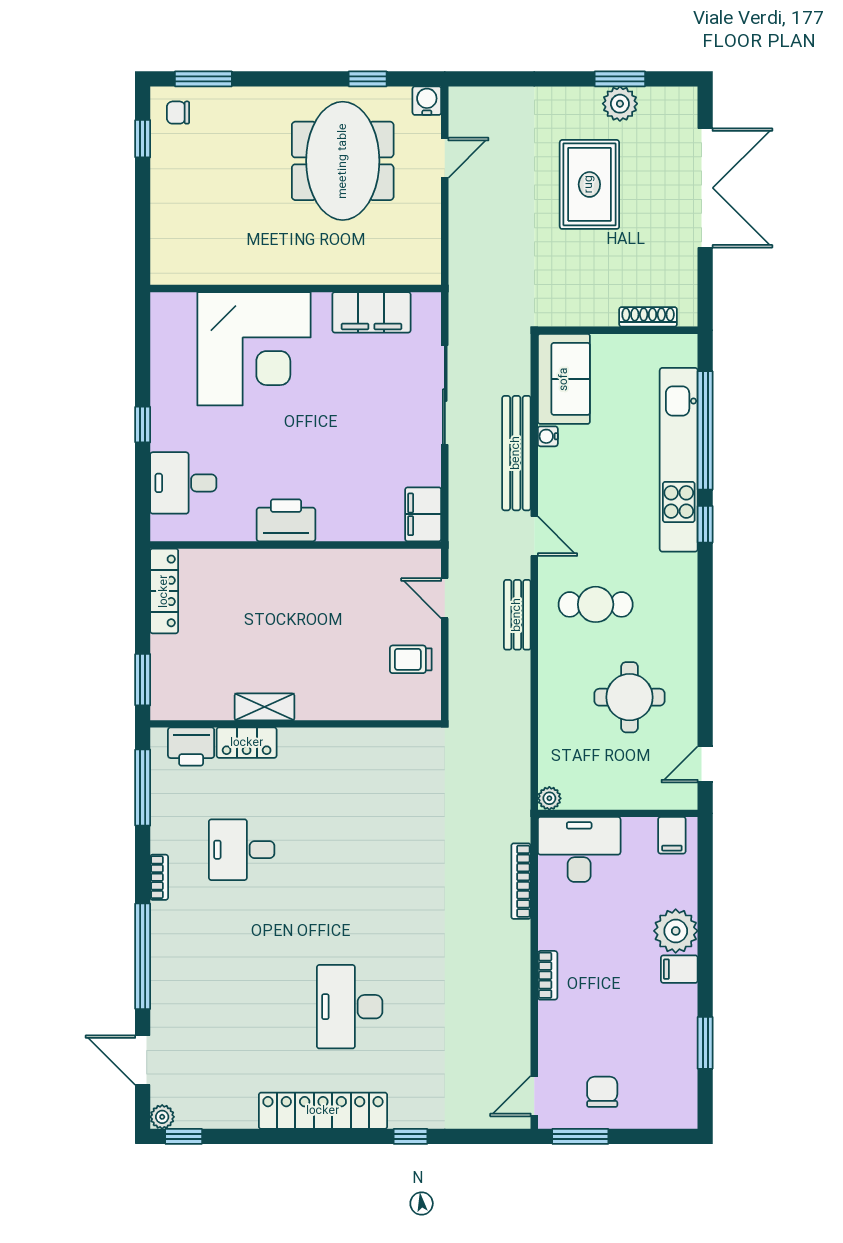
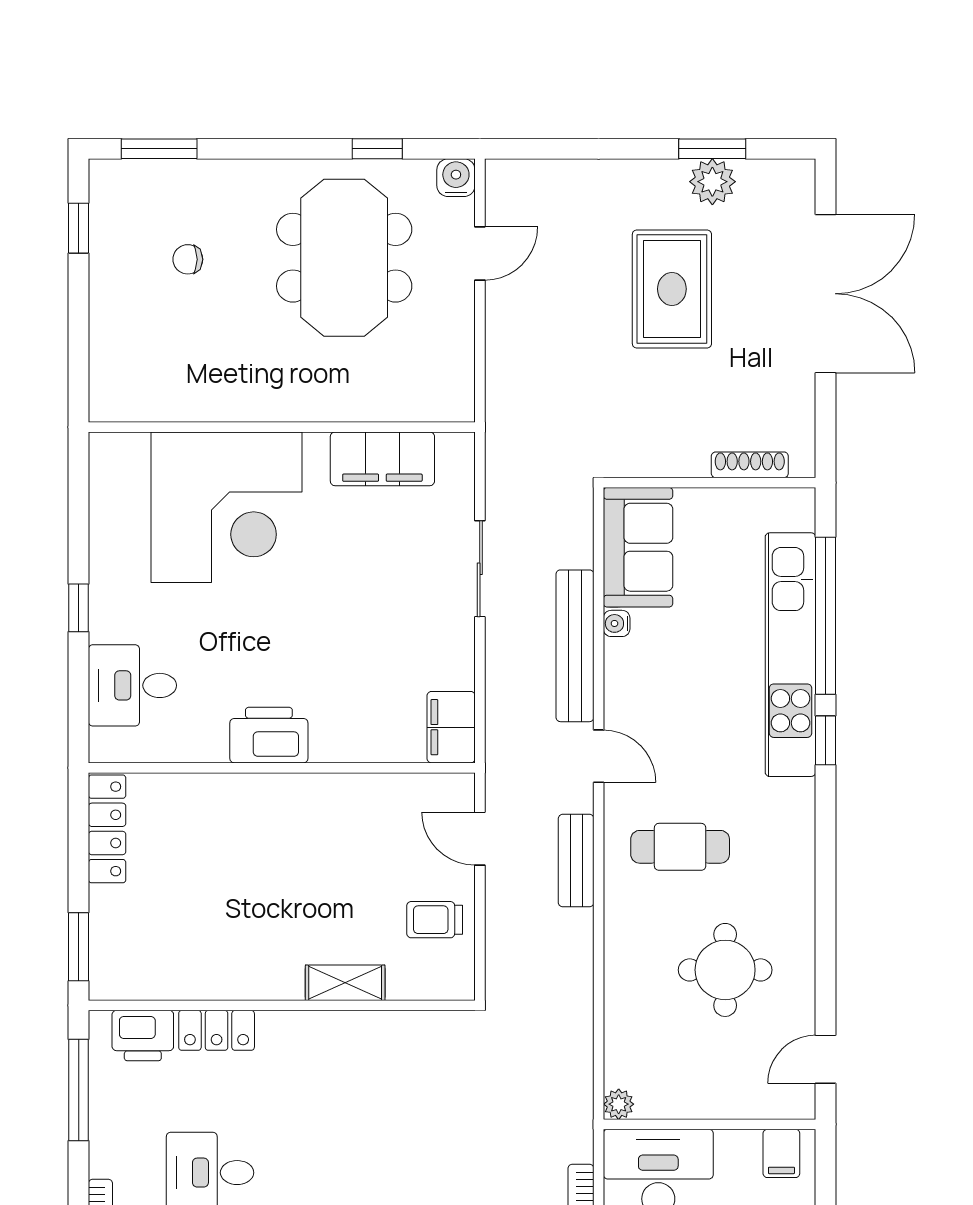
chair: (178, 113) -> (188, 259), moved
sliding door: (445, 395) -> (480, 569), width x0.73
shelving: (264, 707) -> (345, 983), moved

